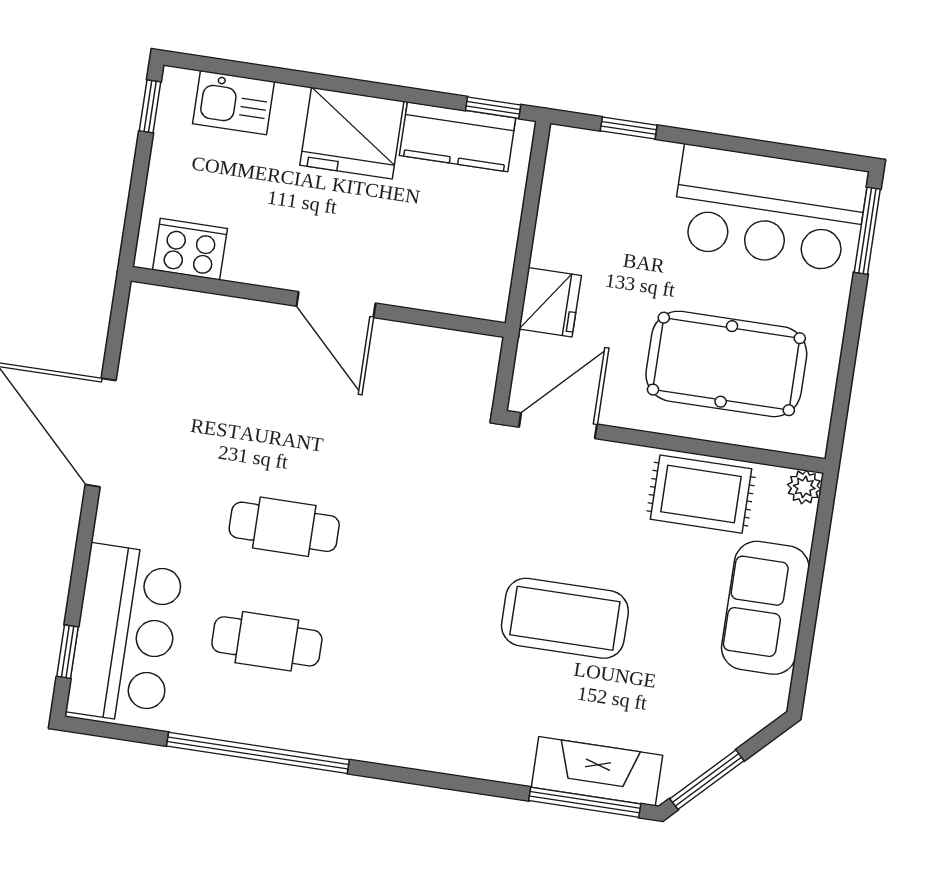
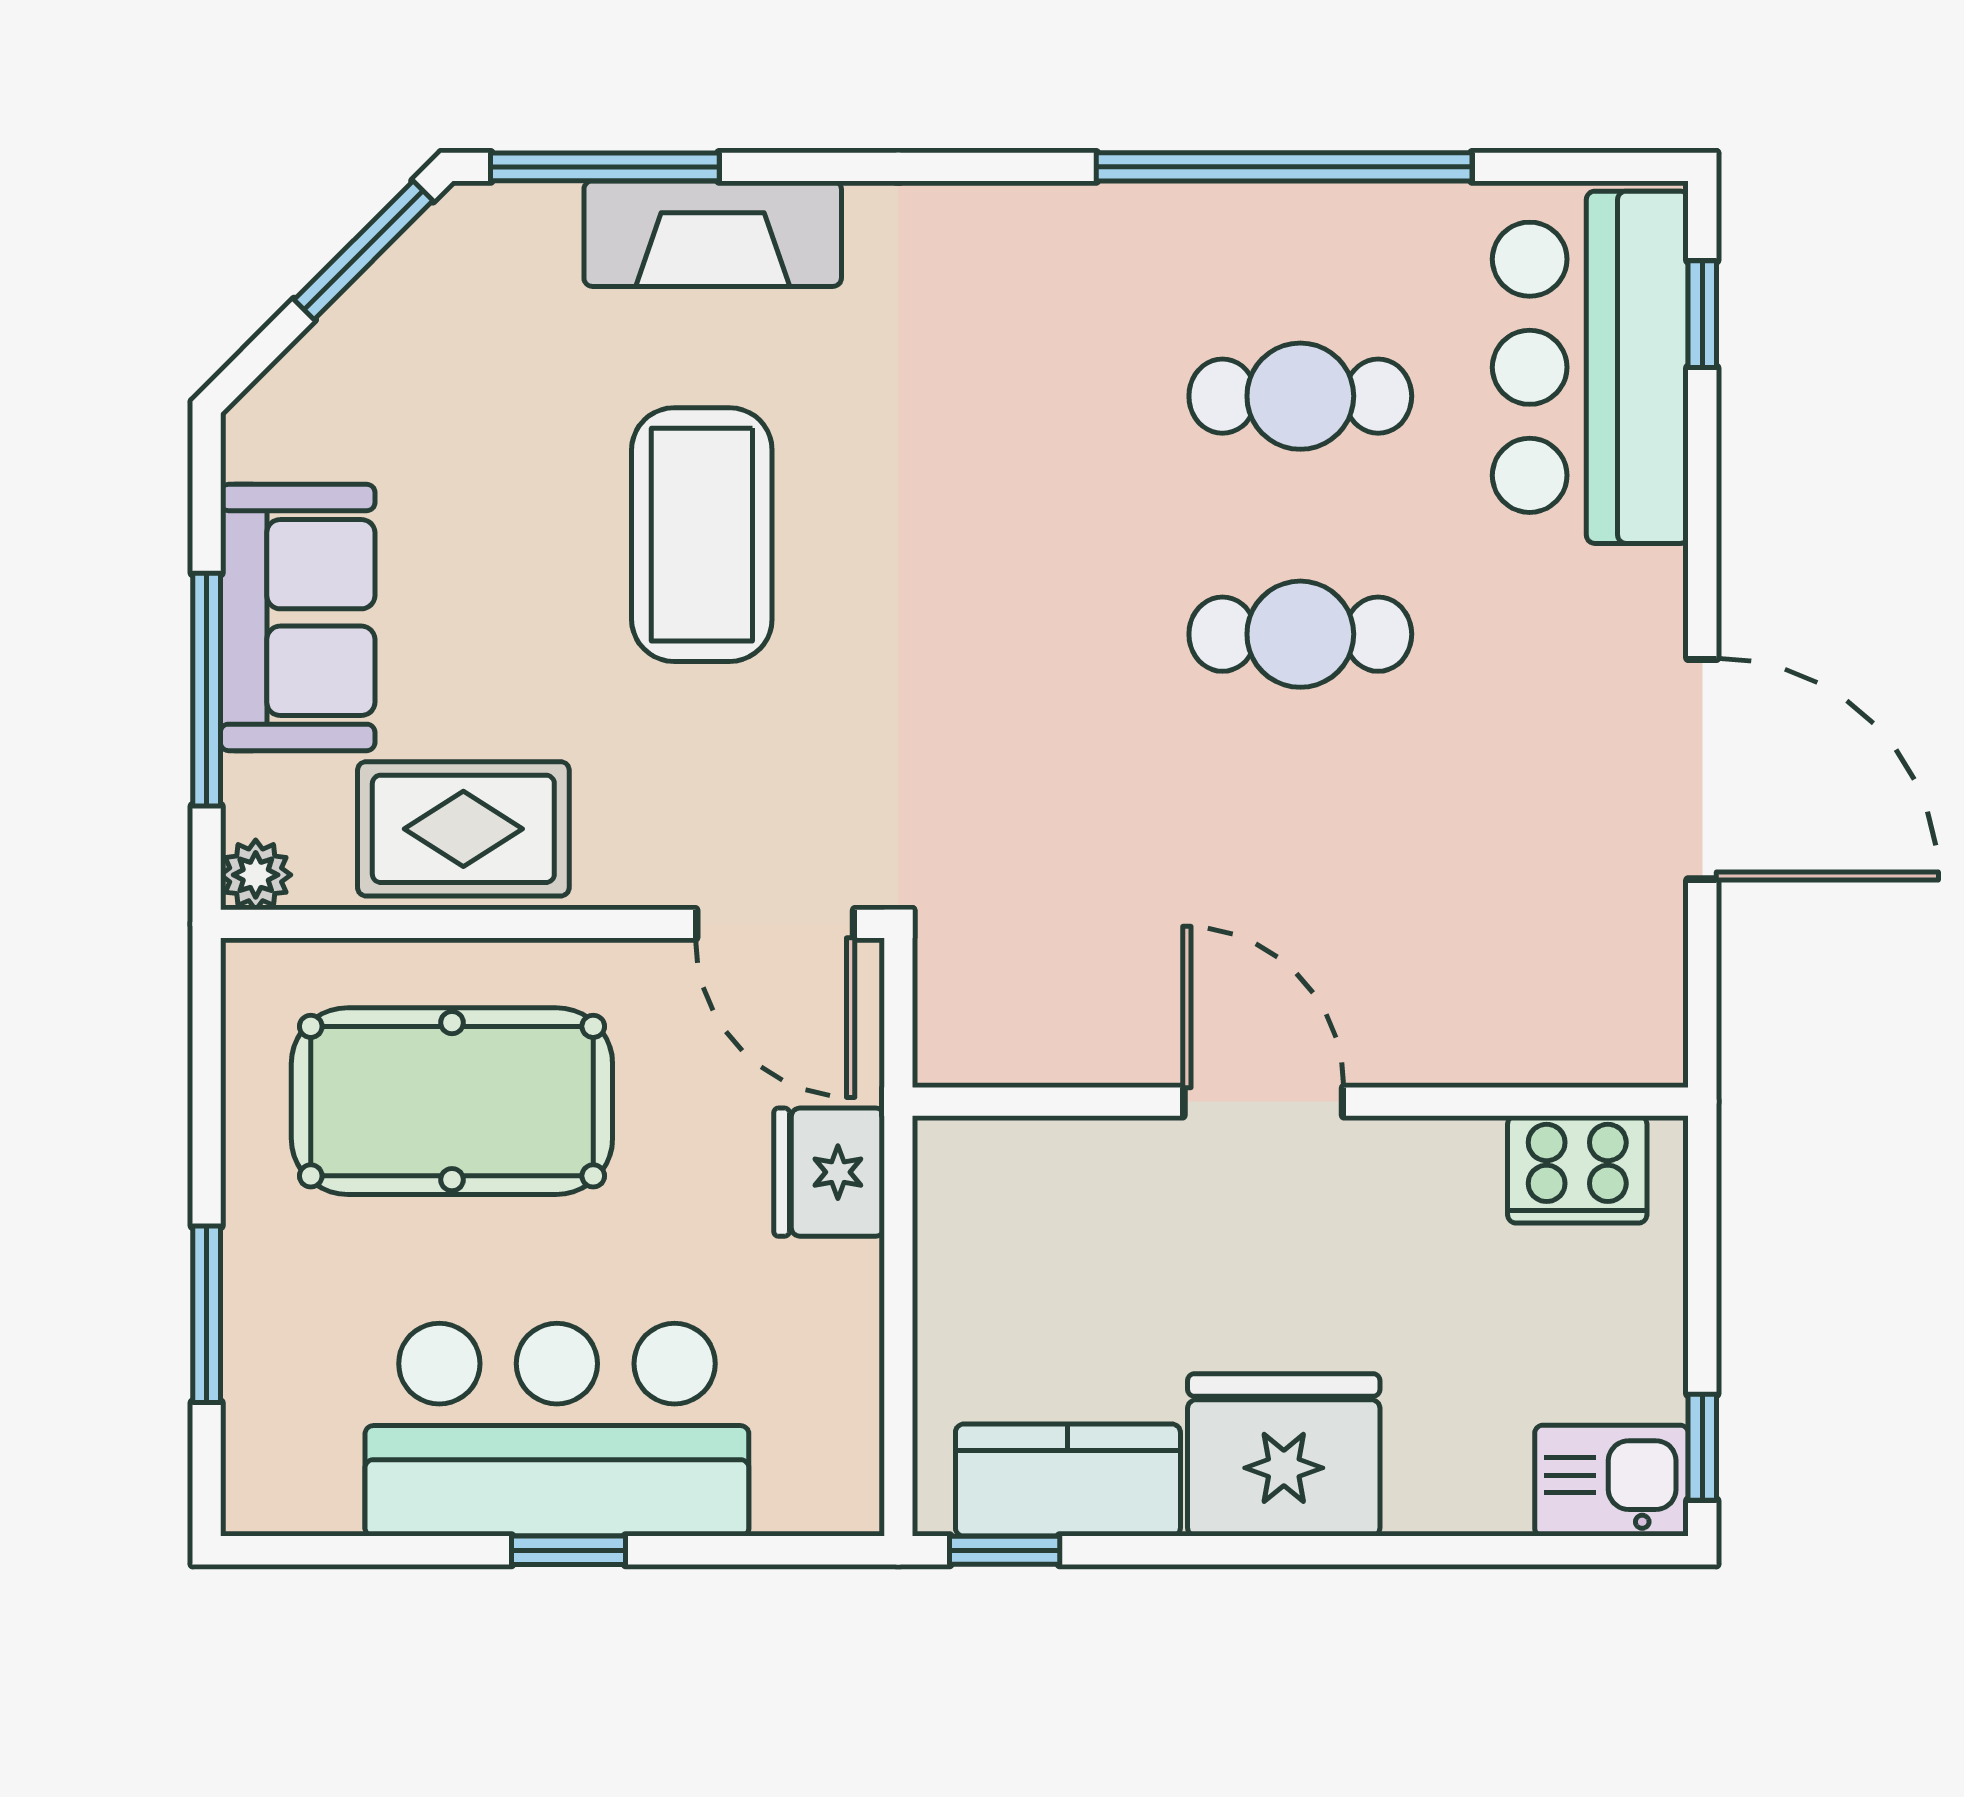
kitchen sink: (234, 103) -> (1612, 1481), moved
window: (629, 128) -> (569, 1550), moved
bar counter: (769, 209) -> (557, 1430), moved
window: (867, 231) -> (207, 1314), moved
door: (558, 426) -> (775, 924), hinge flipped
window: (814, 580) -> (207, 690), added
coffee table: (565, 618) -> (702, 535), turned 90
fireplace: (597, 771) -> (713, 234), moved

